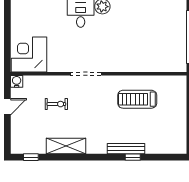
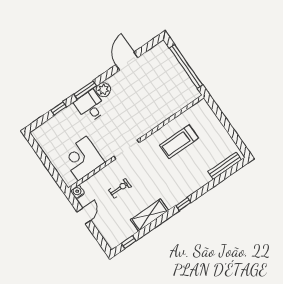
corner desk: (29, 55) -> (82, 158), moved
bench: (126, 149) -> (225, 166), moved
window: (133, 157) -> (183, 204), moved

